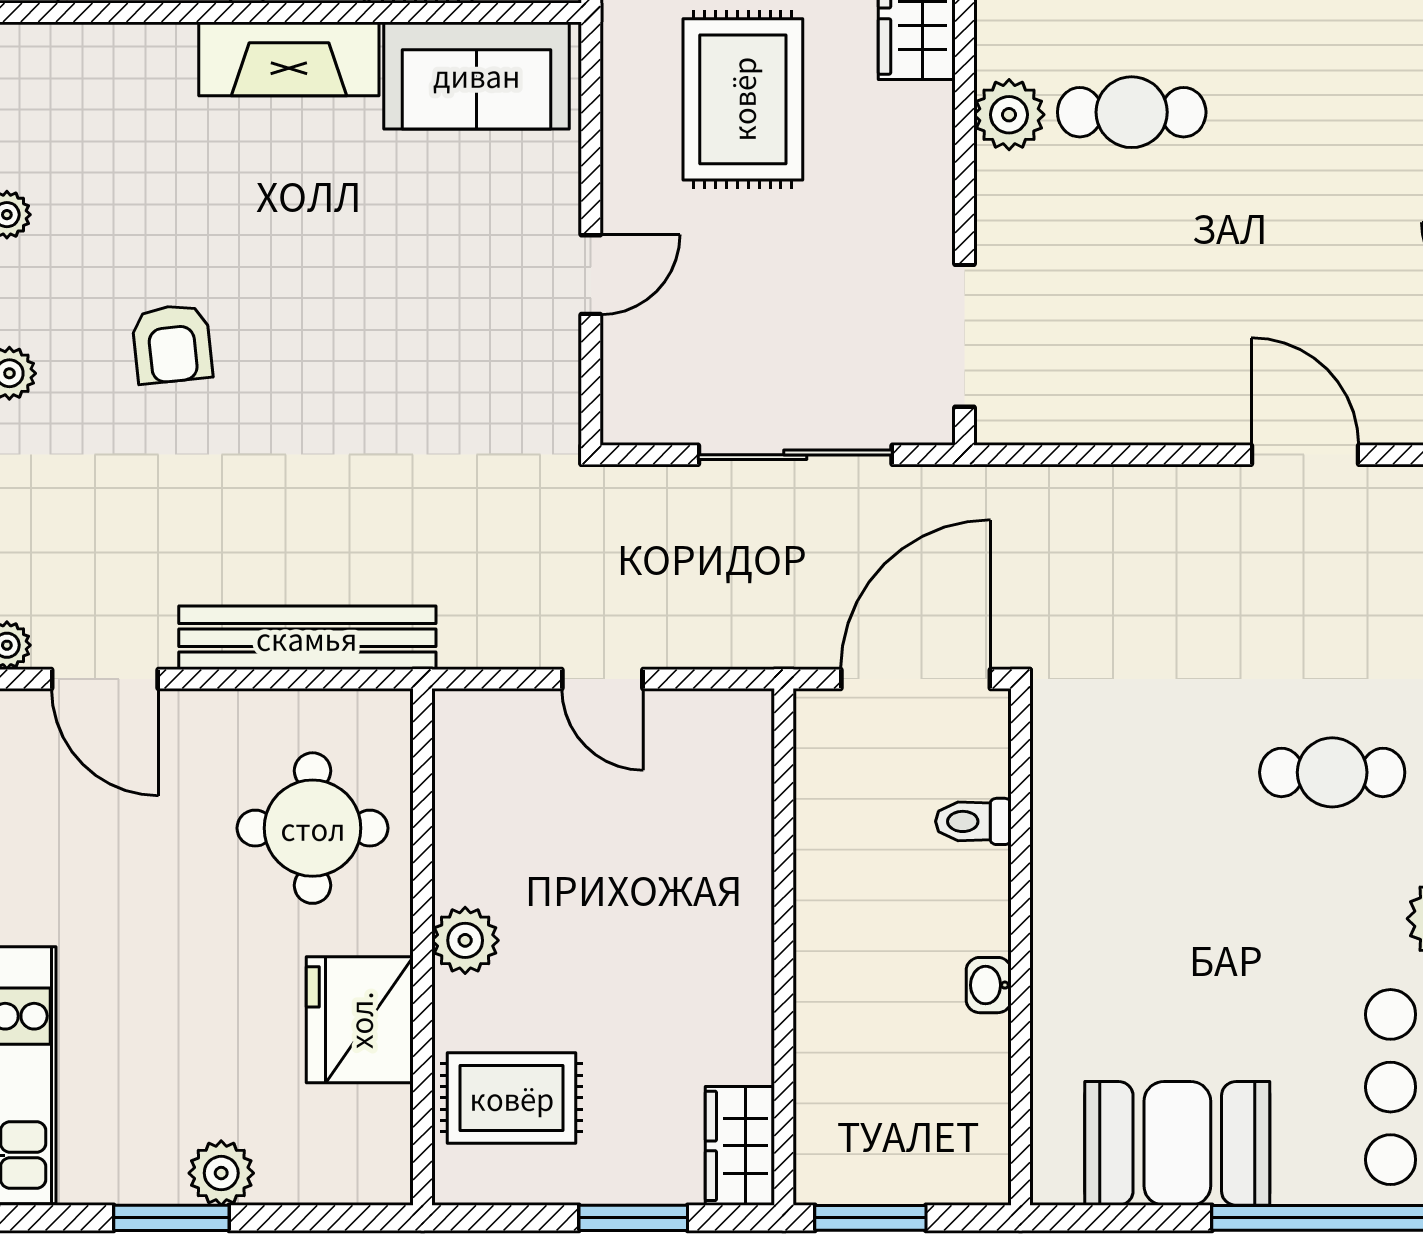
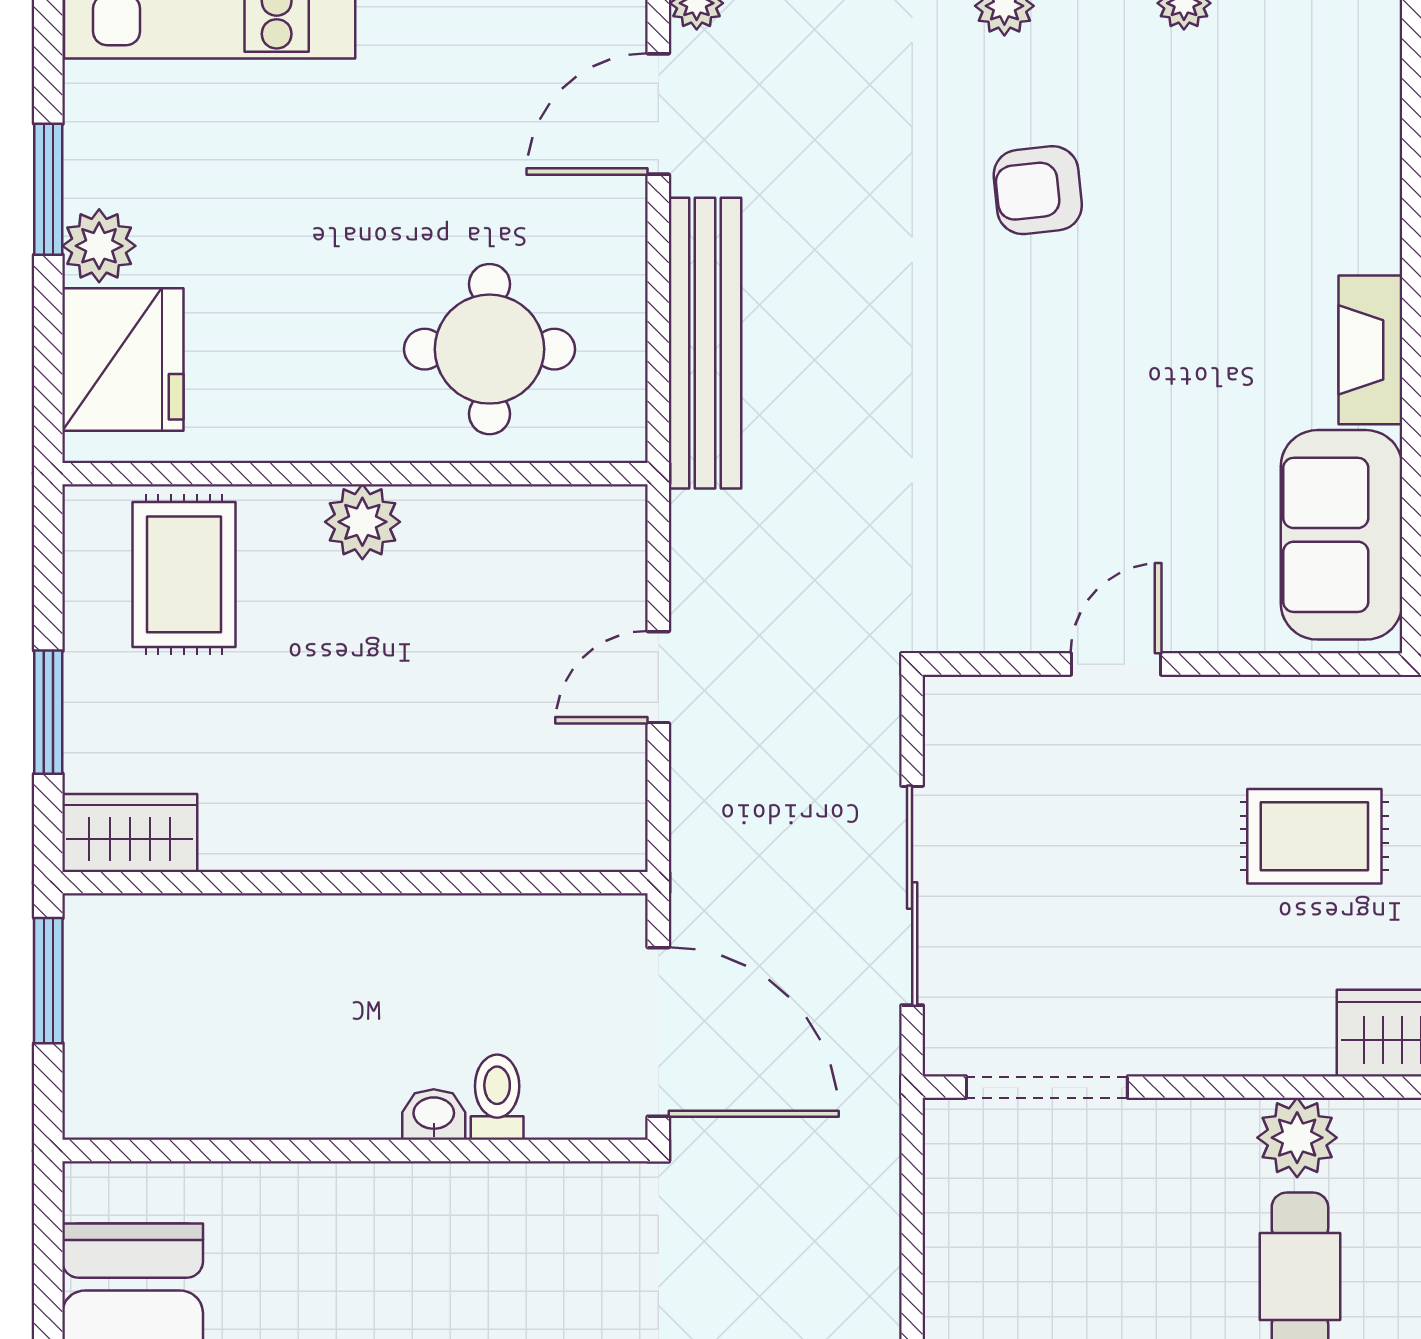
fireplace: (289, 59) -> (1370, 350), width x0.73, depth x0.76
rug: (743, 99) -> (1314, 836), width x0.73, depth x0.70
door: (591, 275) -> (1116, 664), swing flipped
washbasin: (989, 985) -> (434, 1115), moved
fridge: (360, 1020) -> (123, 360), moved, turned 90

